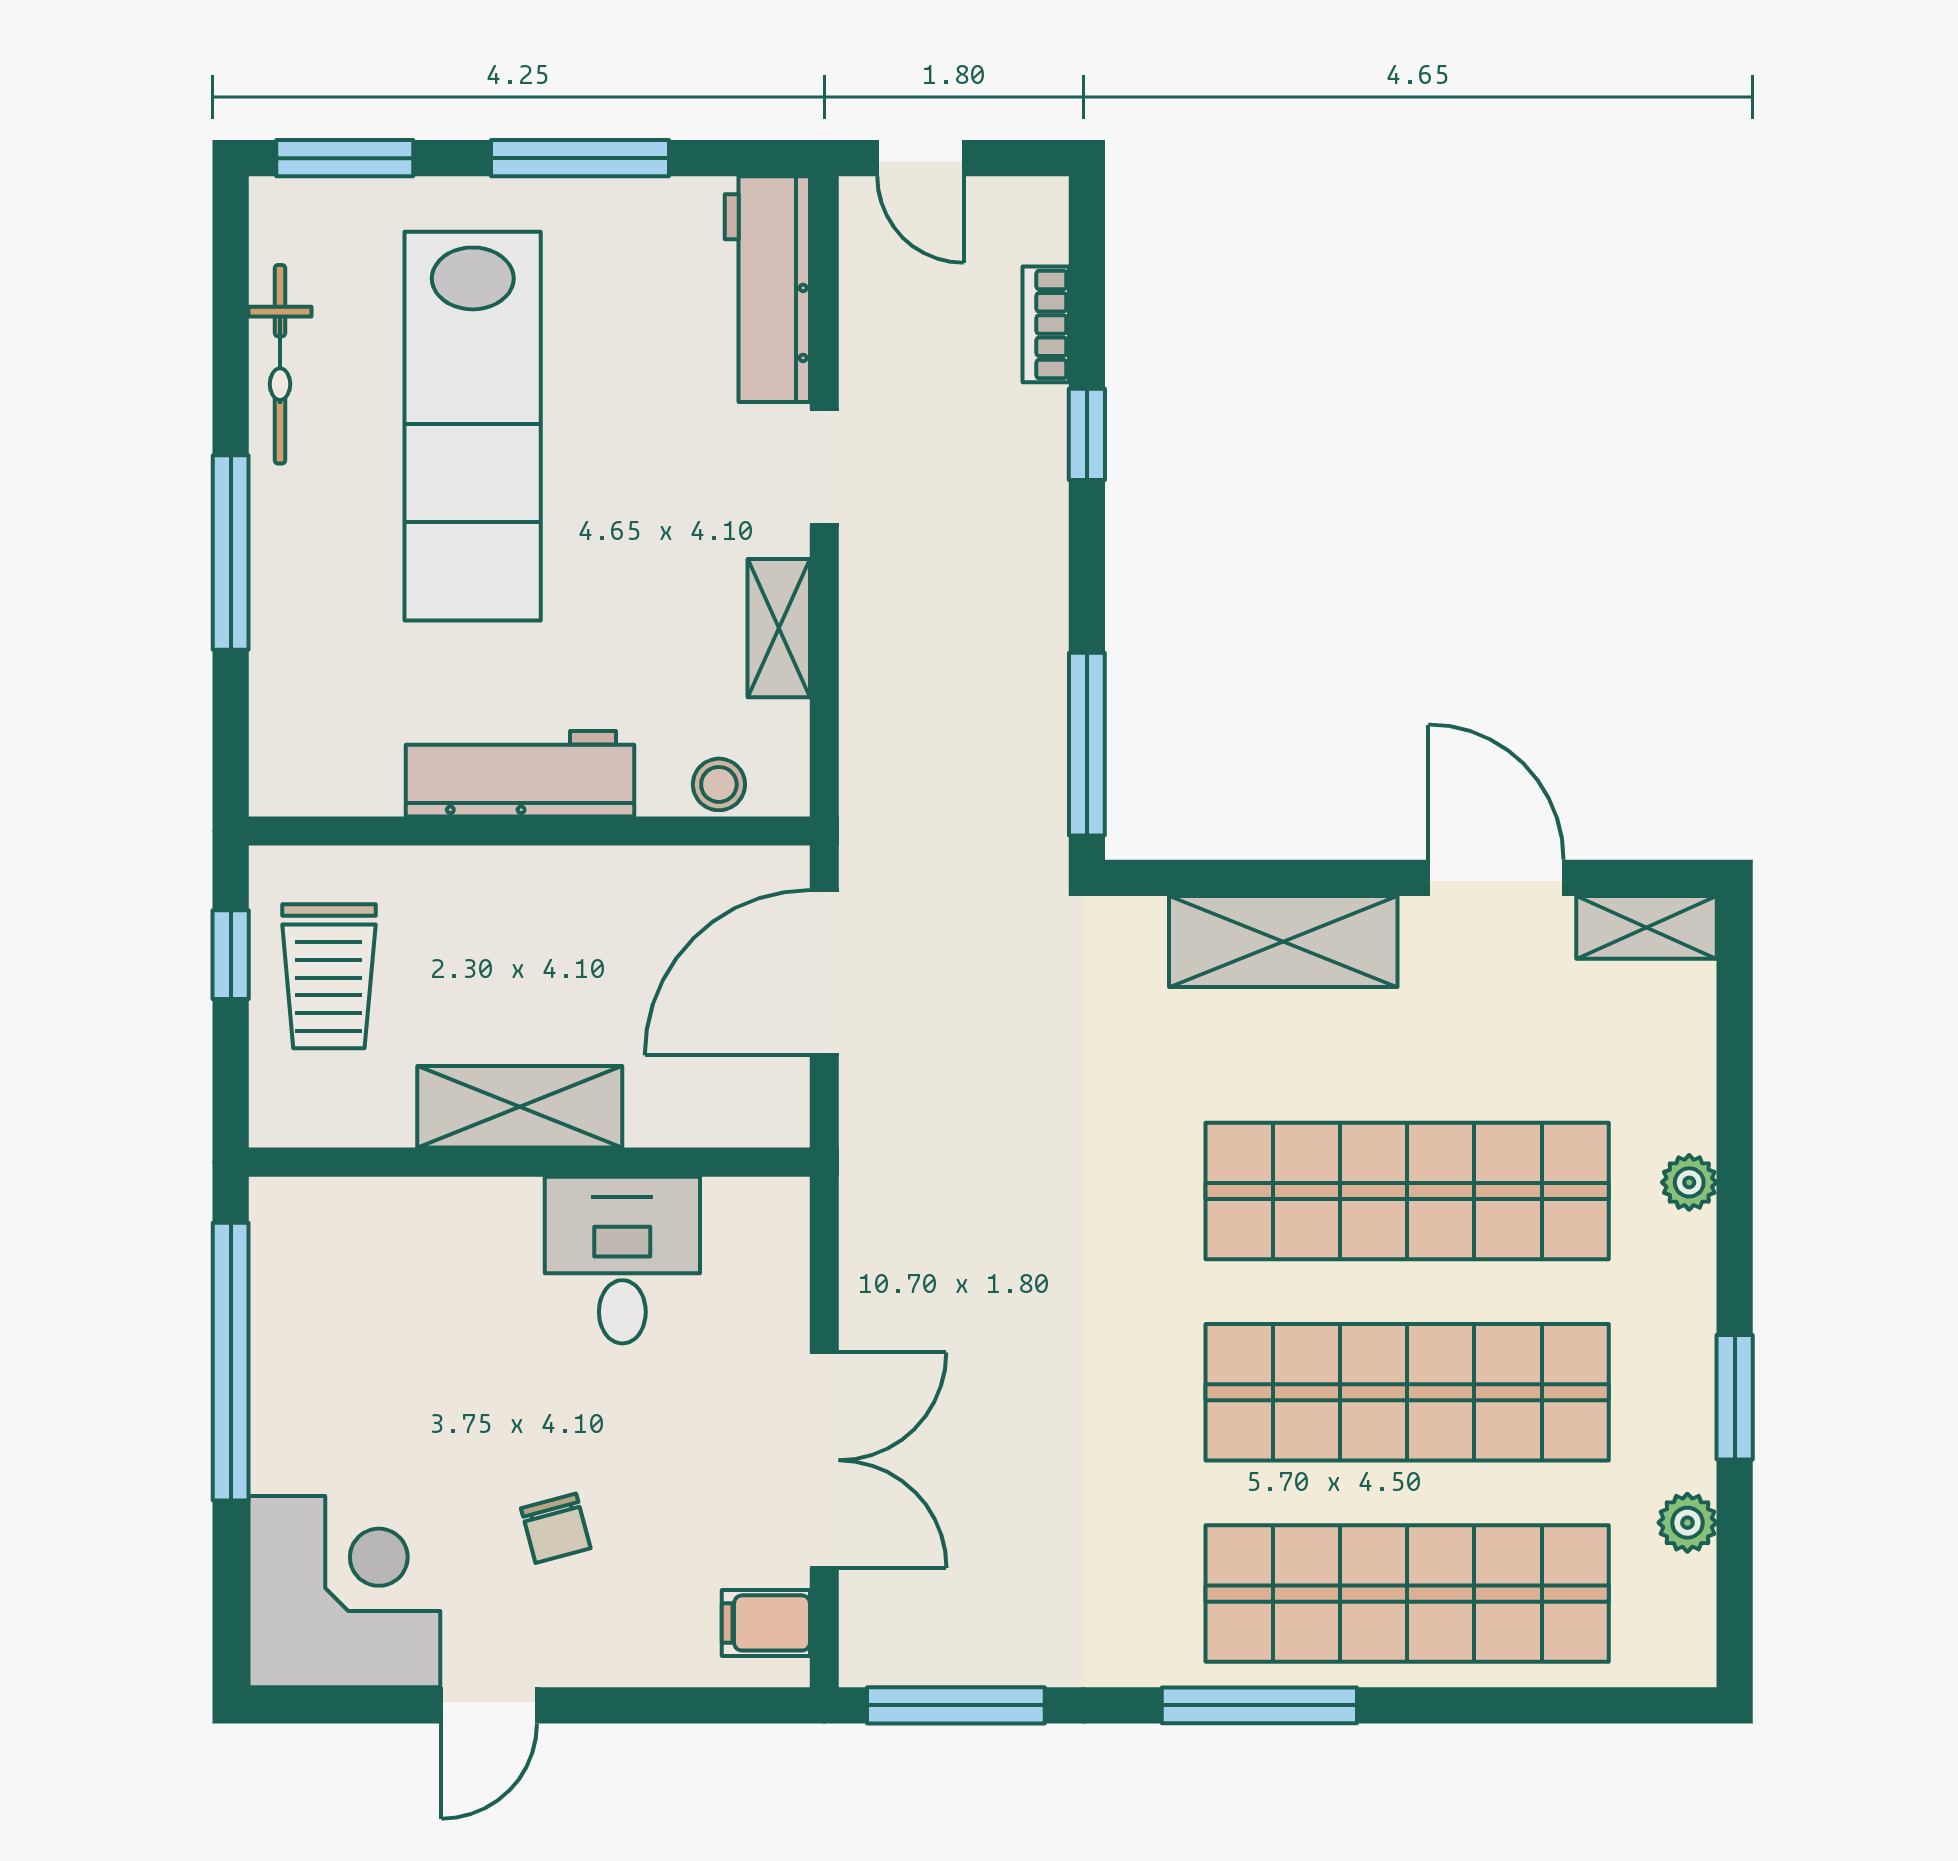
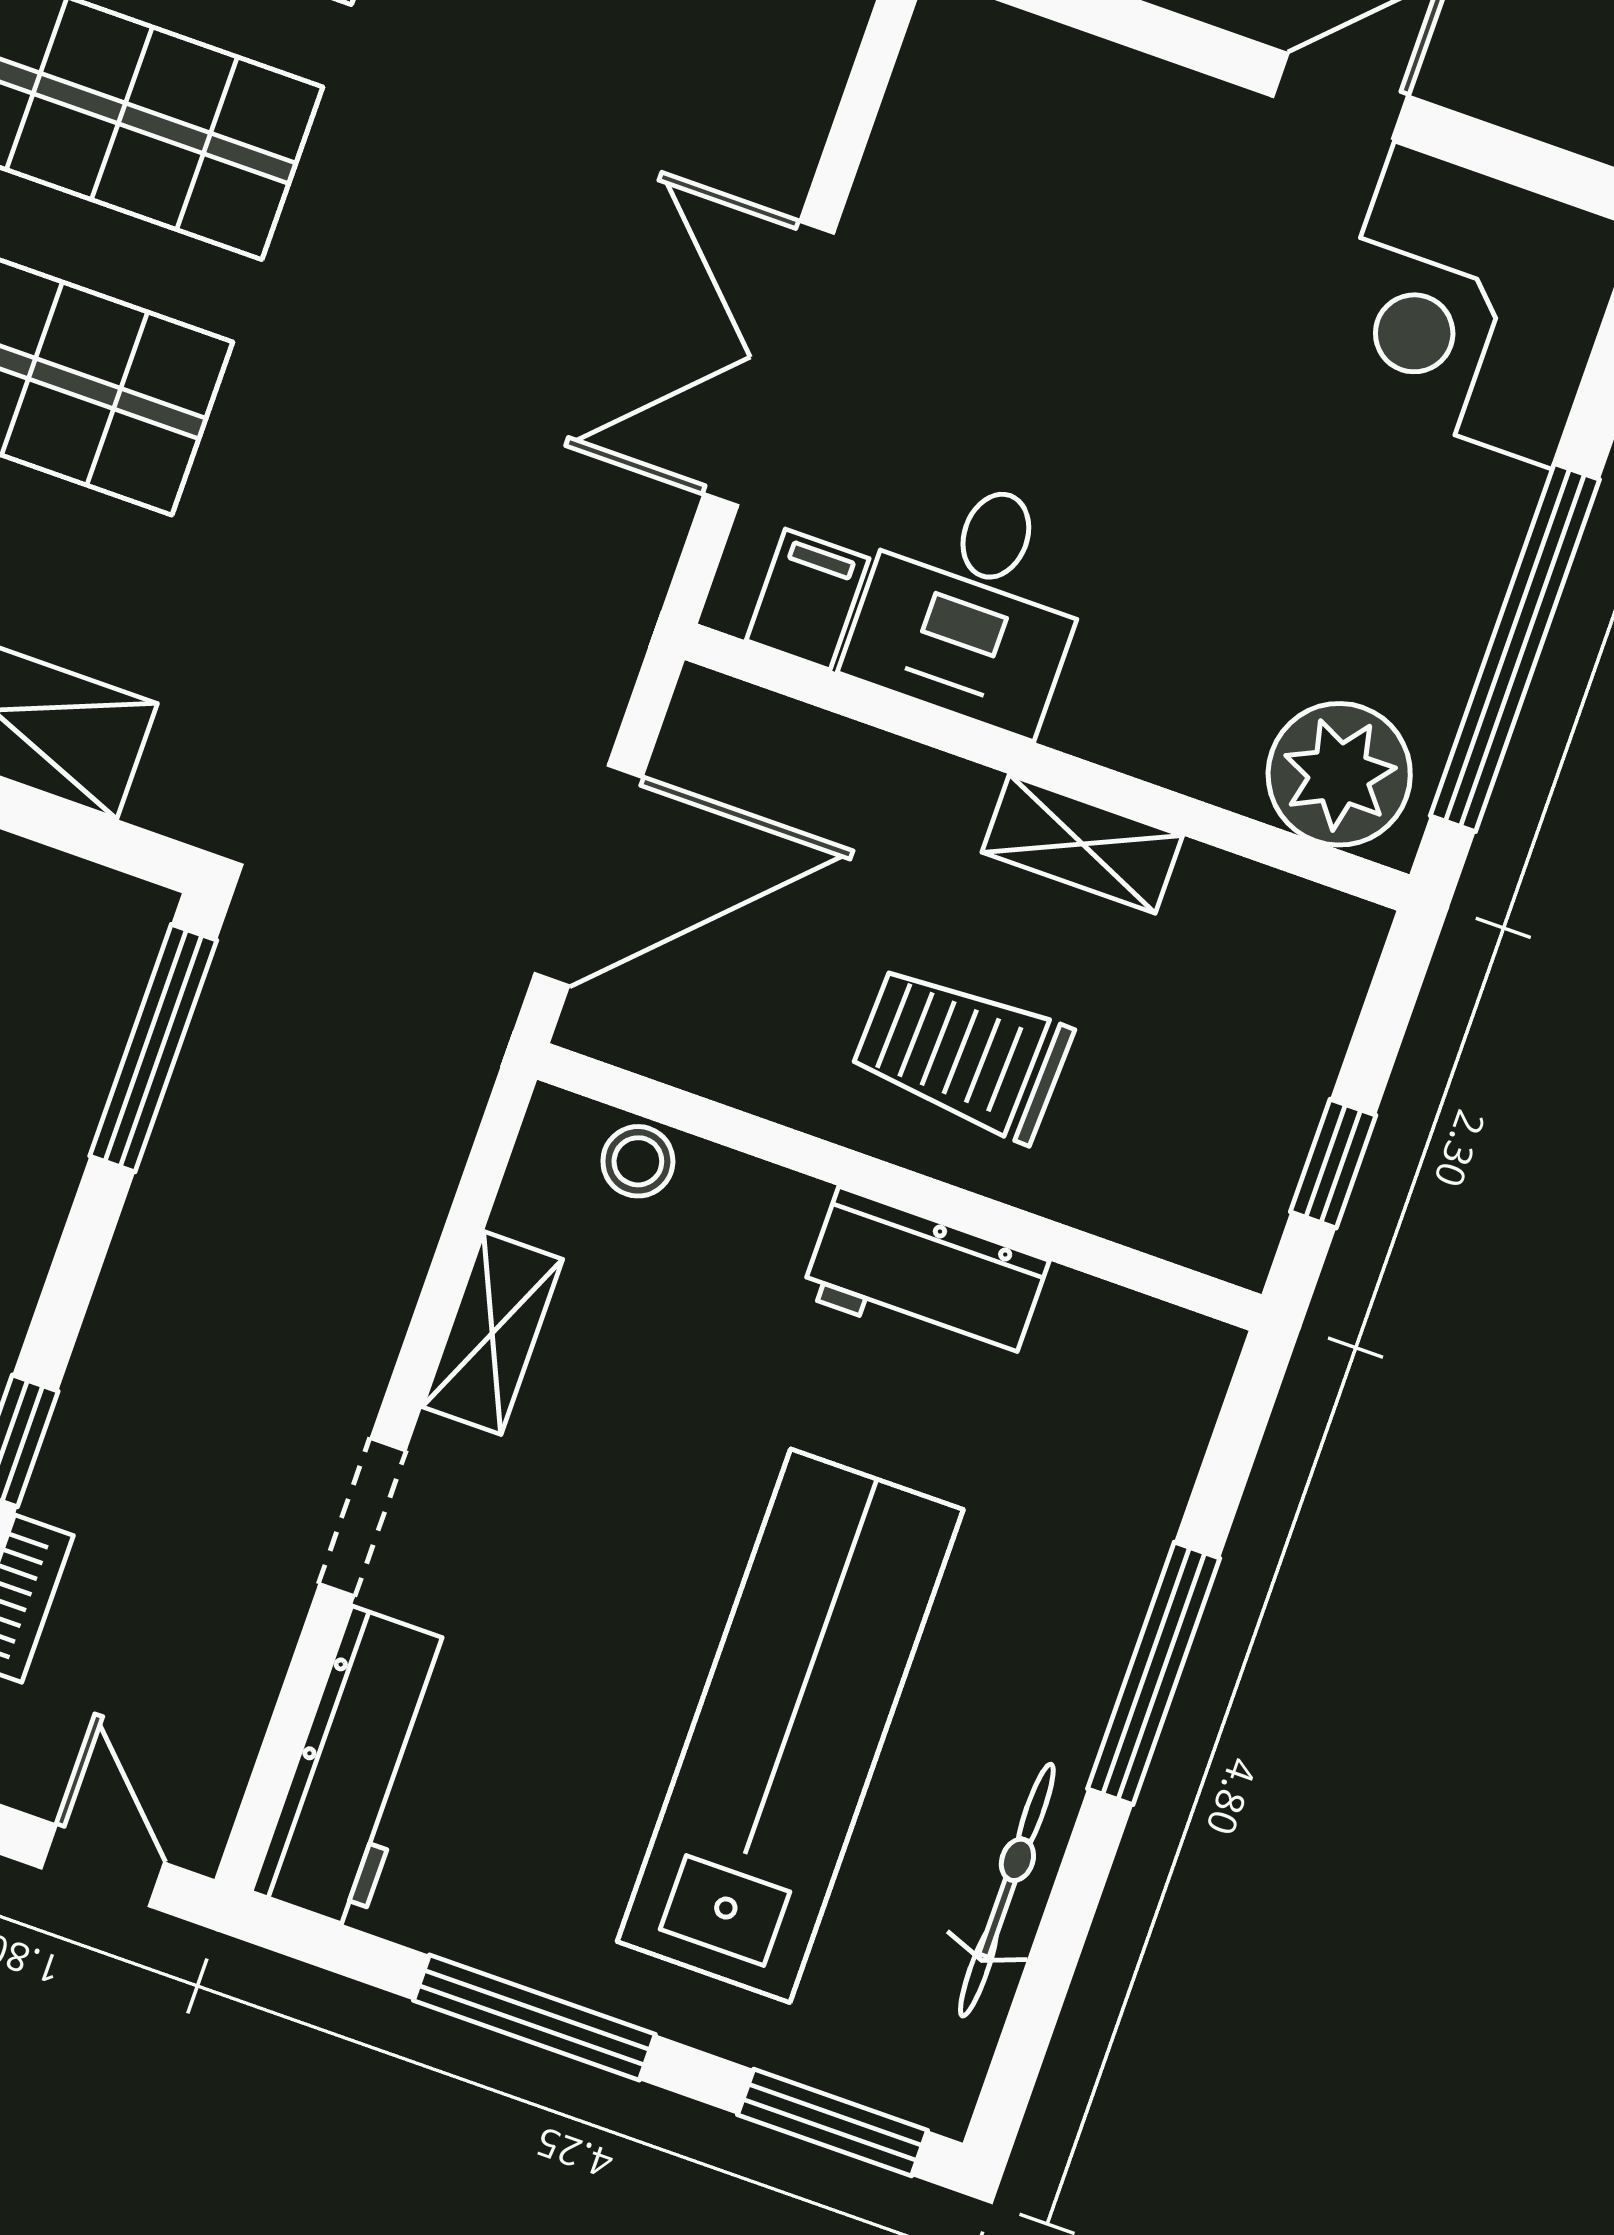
workbench: (520, 774) -> (925, 1278), width x0.73
trolley: (329, 976) -> (962, 1053), moved, turned -88
shelving: (520, 1107) -> (1082, 844), width x0.67, depth x0.75
plant: (322, 1229) -> (1339, 774), added
double door: (824, 1460) -> (769, 364), moved
chair: (556, 1528) -> (1177, 291), removed
filing cabinet: (766, 1623) -> (808, 600), moved, turned -90

